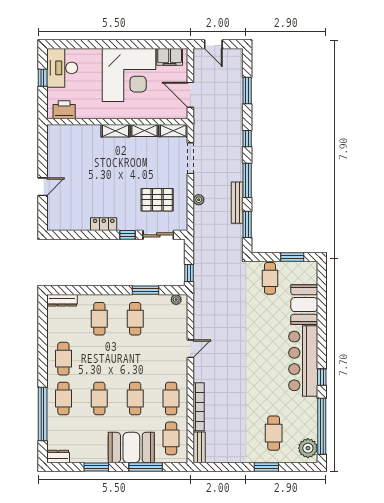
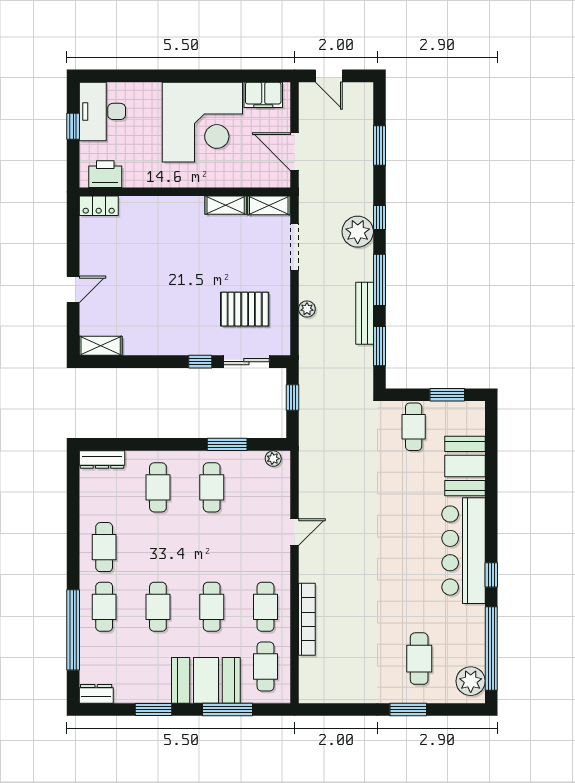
shelving: (115, 131) -> (101, 346), moved
plant: (233, 148) -> (358, 232), added
locker: (104, 224) -> (99, 206), moved, turned 180
window: (189, 273) -> (293, 398), moved
bench: (199, 447) -> (308, 680), removed

